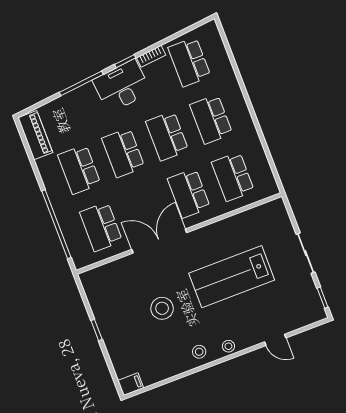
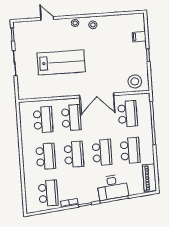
desk: (122, 86) -> (112, 187), moved
stool: (162, 308) -> (135, 81), moved
filing cabinet: (131, 384) -> (139, 37), moved

